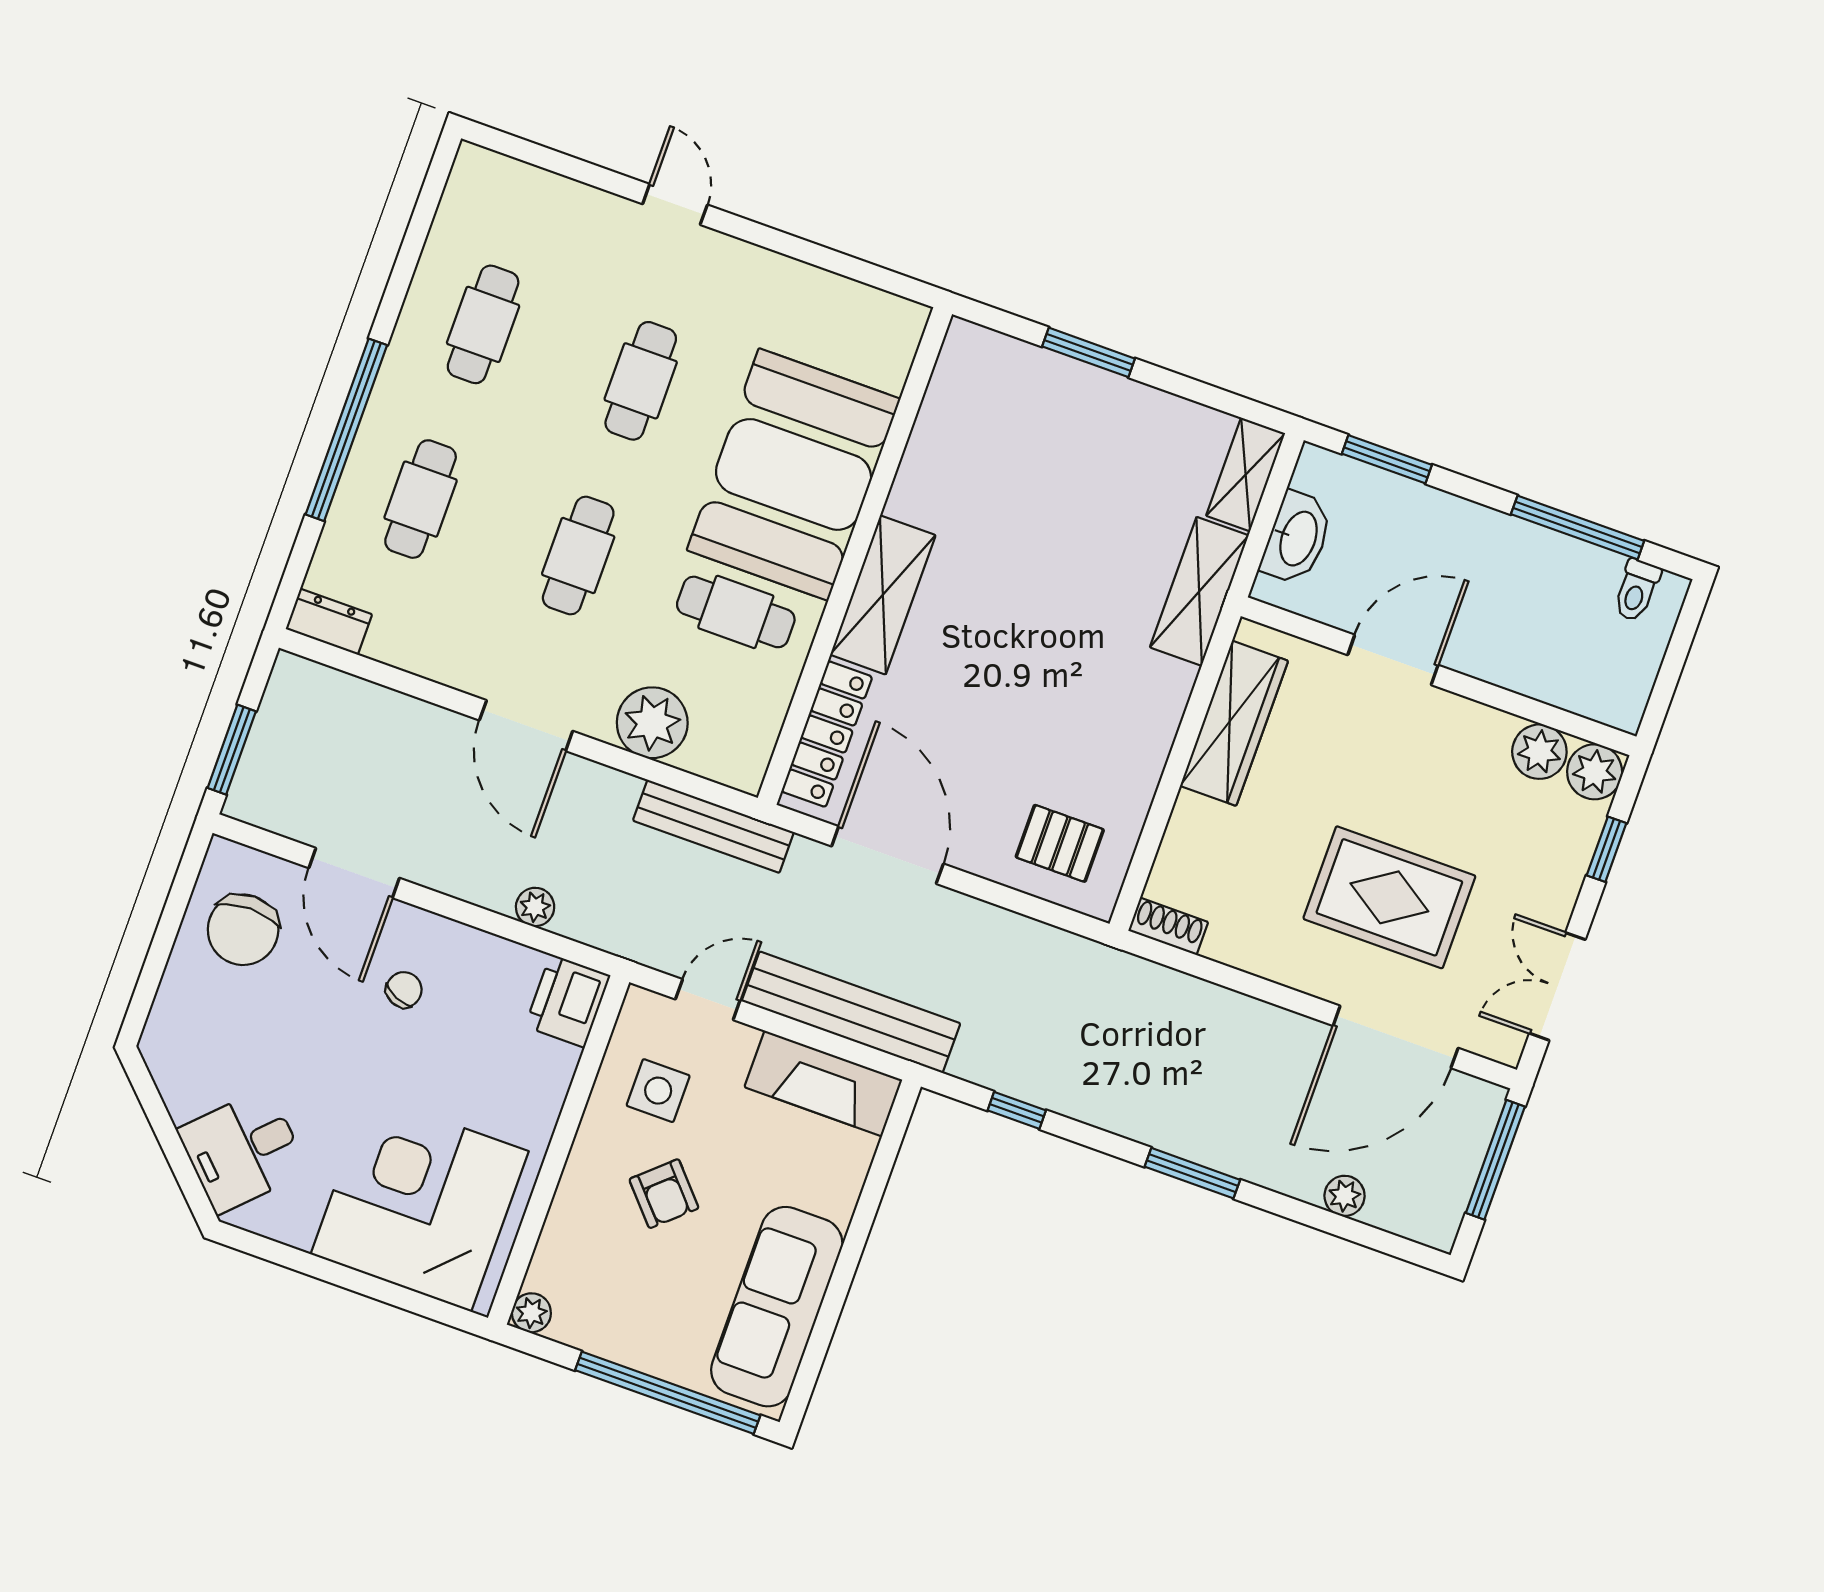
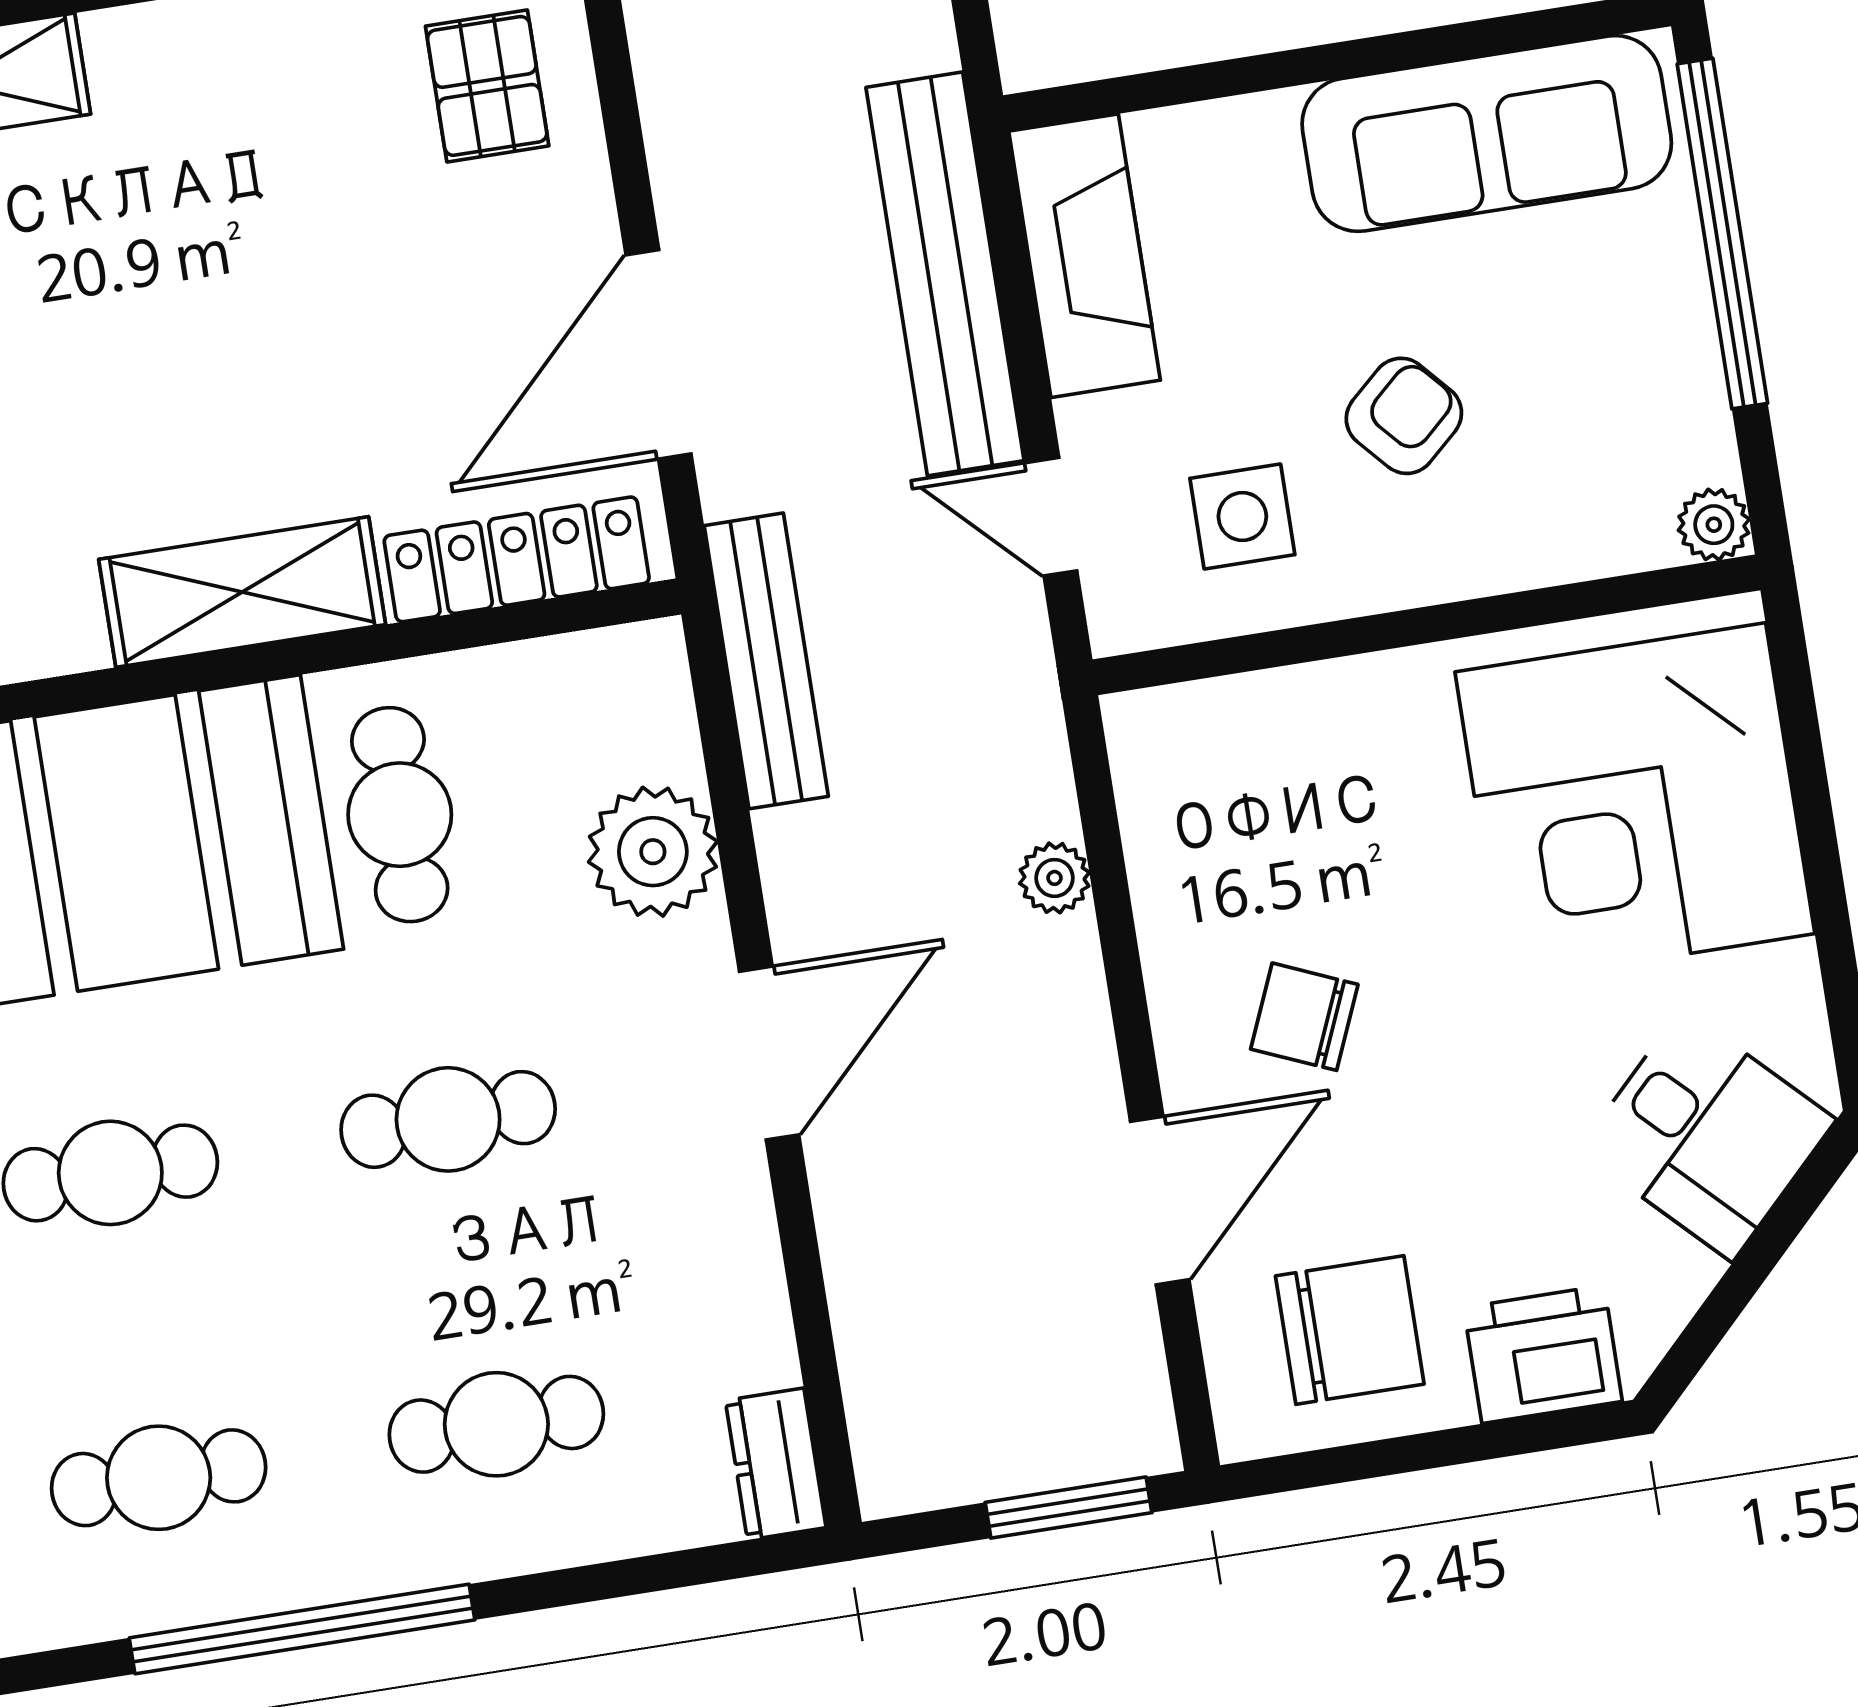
window: (346, 430) -> (302, 1629), moved
chair: (404, 990) -> (1304, 1017), width x1.37, depth x1.37
printer: (568, 1001) -> (1543, 1354), moved, turned 180

